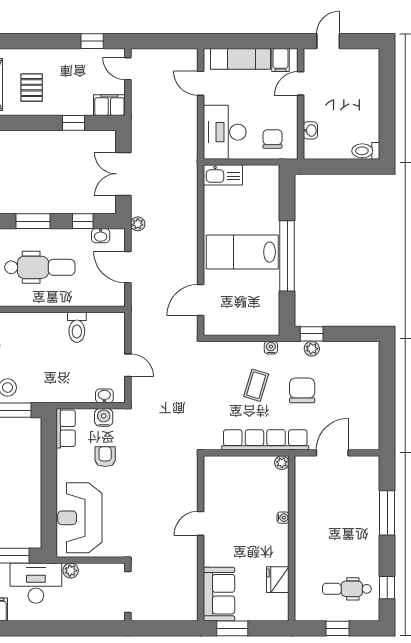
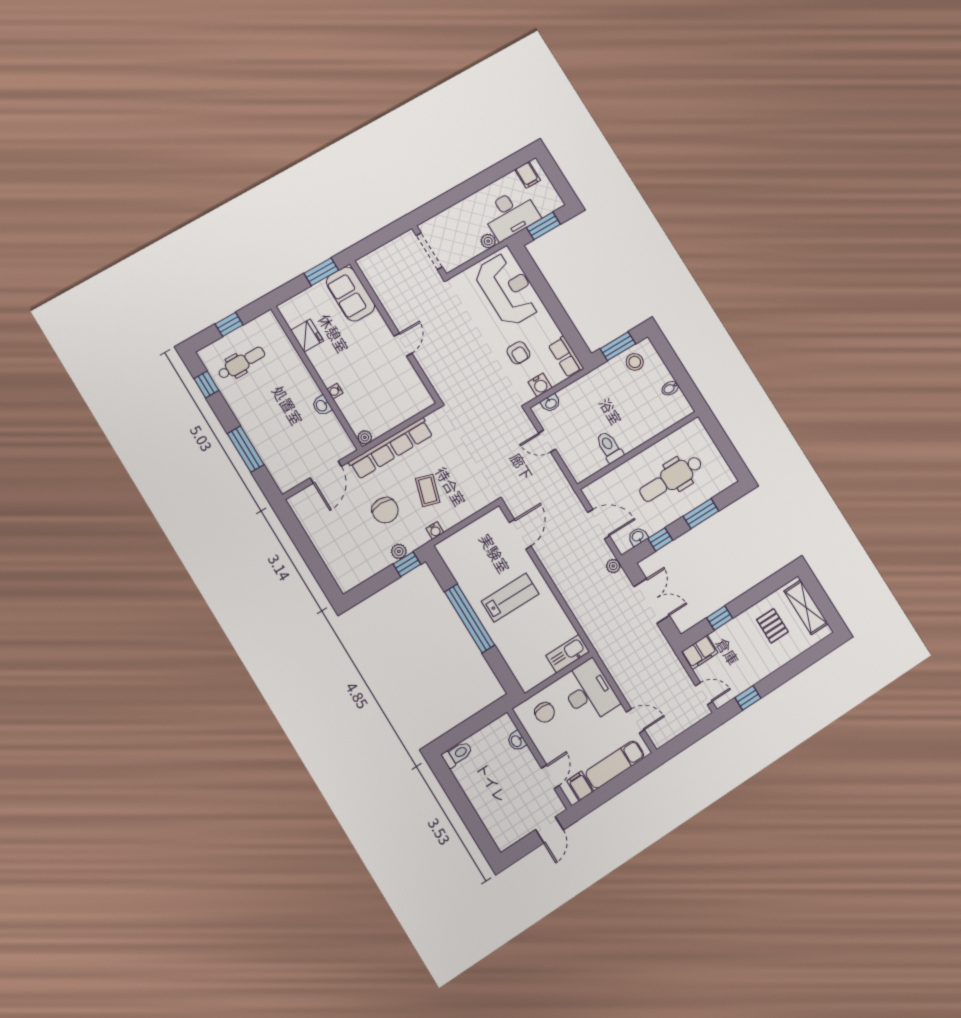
lab bench: (242, 252) -> (510, 598), width x0.73, depth x0.72
washbasin: (302, 512) -> (322, 406), added

